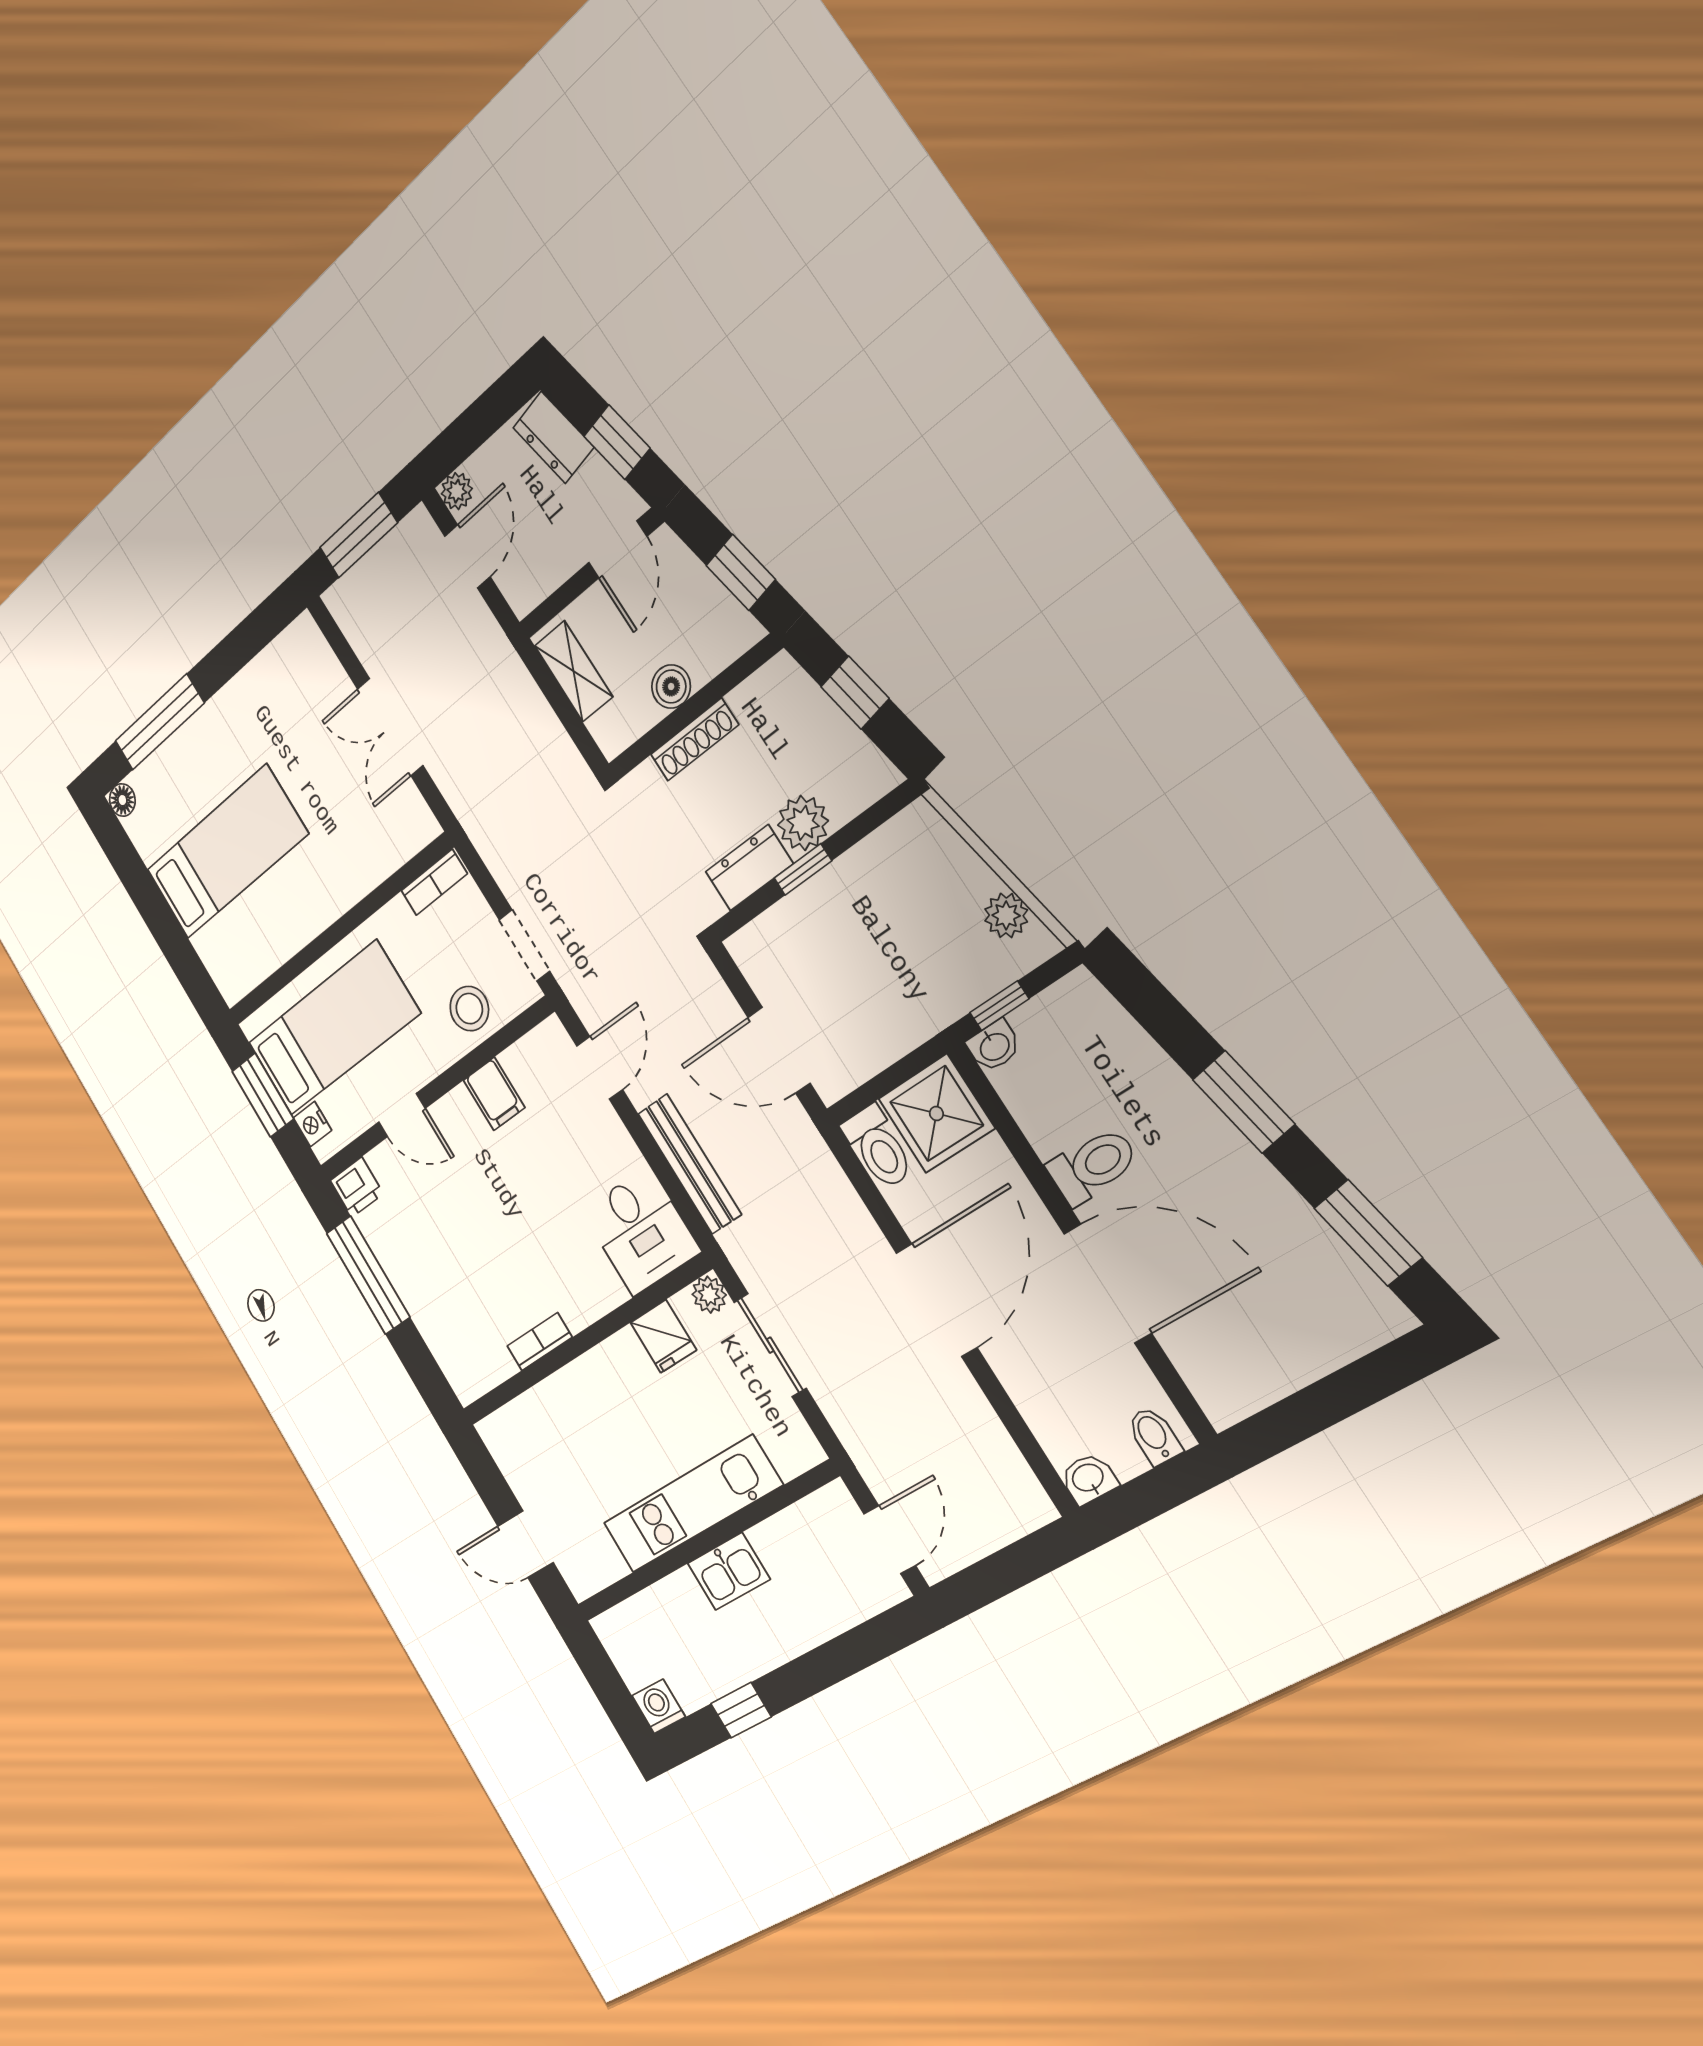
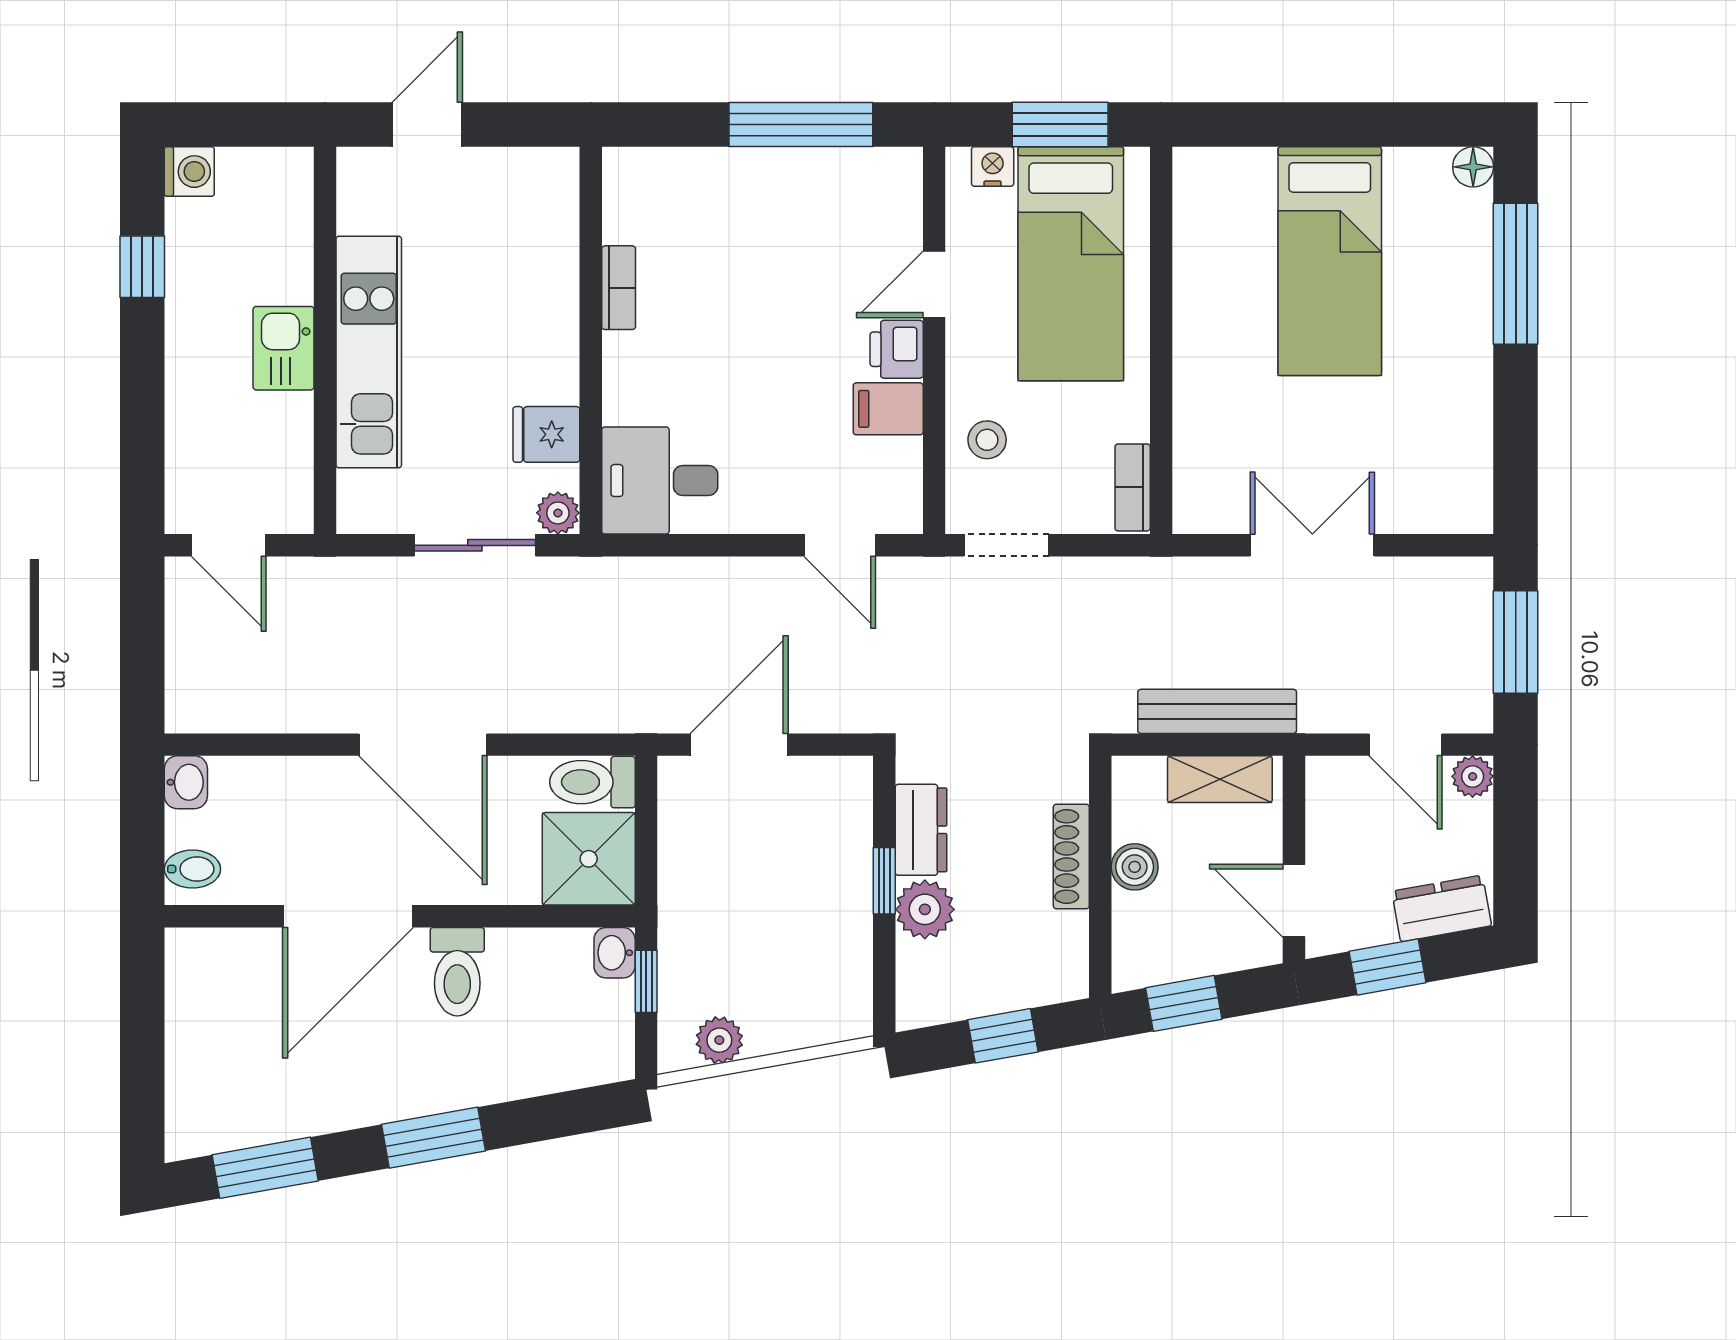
stool: (469, 1009) -> (987, 440), width x0.73, depth x0.73
bench: (690, 1164) -> (1217, 711), moved
printer: (357, 1187) -> (897, 349), moved

